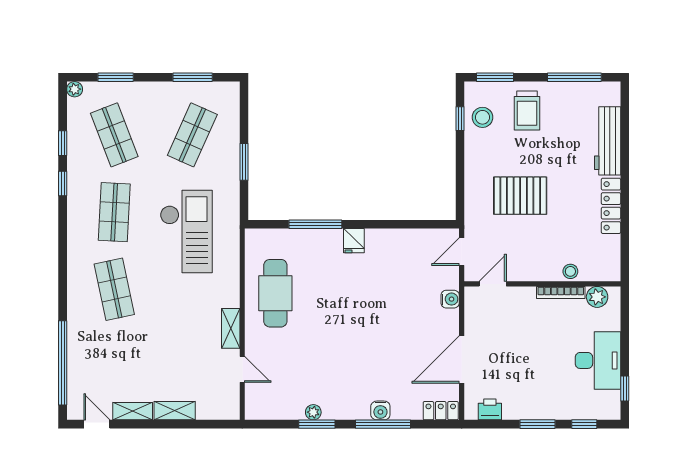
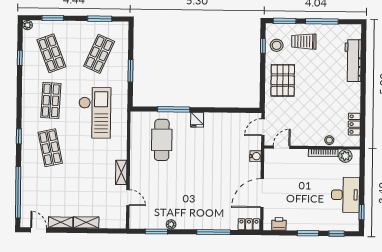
window: (574, 77) -> (322, 21), moved
trolley: (527, 111) -> (304, 41), turned 90
window: (63, 184) -> (19, 136), moved
pallet: (520, 196) -> (283, 80), moved, turned 90
locker: (611, 206) -> (354, 124), moved, width x0.66
cafe table: (275, 293) -> (162, 140), moved
water cooler: (380, 410) -> (212, 224), removed
window: (317, 424) -> (156, 231), moved

